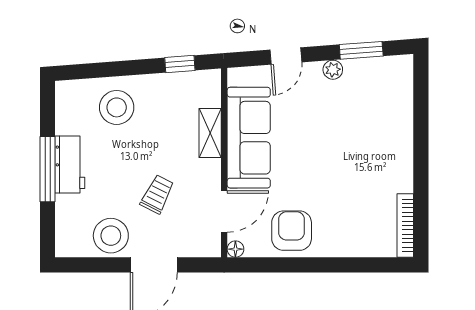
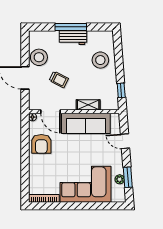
plant: (333, 70) -> (120, 179), moved
corner sofa: (376, 139) -> (85, 184), added
armchair: (292, 231) -> (41, 144), turned 90

